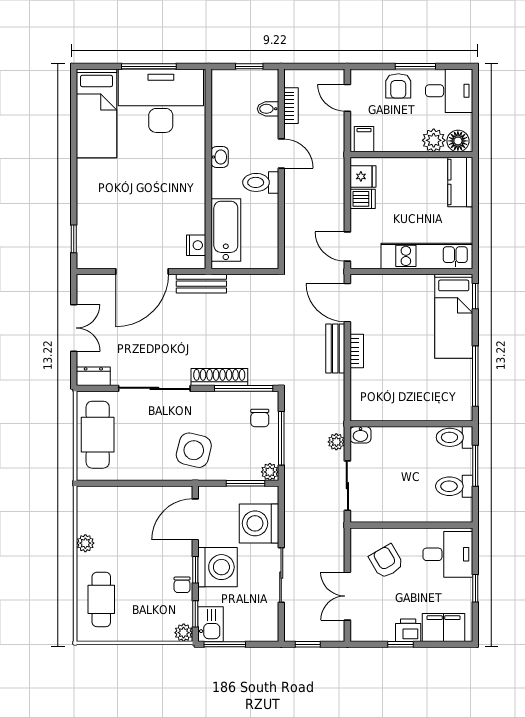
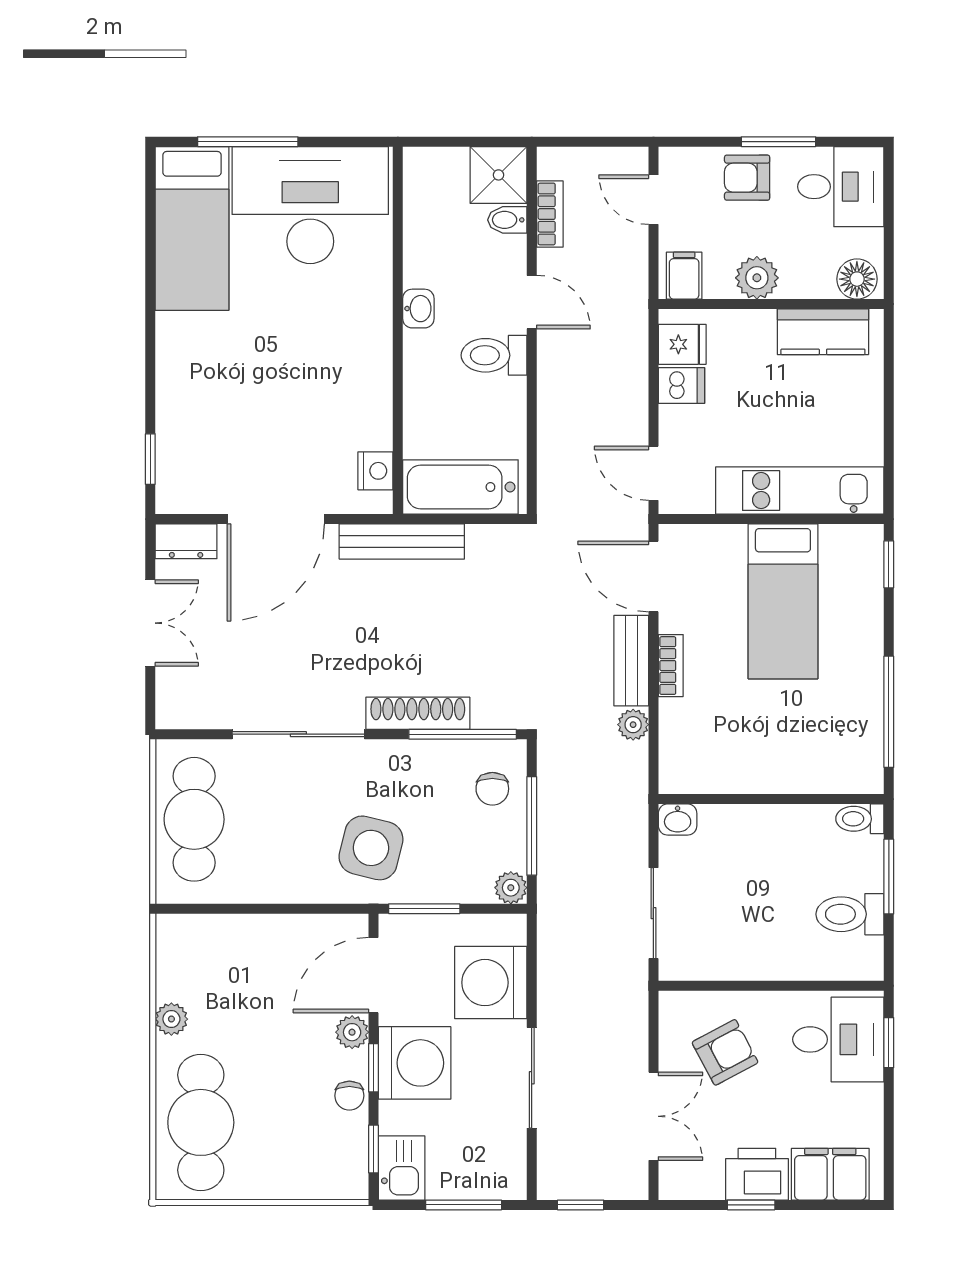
window: (149, 66) -> (248, 142), moved
window: (249, 66) -> (473, 142), removed
shower: (263, 84) -> (498, 175), added
armchair: (398, 86) -> (747, 178), turned 90
plant: (434, 140) -> (757, 278), moved
kitchen counter: (460, 182) -> (823, 332), moved, turned -90
bathtub: (226, 230) -> (460, 487), moved, turned -90
bench: (201, 284) -> (402, 542), width x1.36
bed: (454, 316) -> (783, 601), moved
dresser: (93, 376) -> (186, 541), moved, turned 180
toilet: (454, 437) -> (860, 819), width x0.73, depth x0.72
plant: (336, 442) -> (633, 725), moved
window: (245, 483) -> (424, 909), moved
armchair: (386, 561) -> (725, 1052), turned 92
window: (475, 588) -> (889, 1043), moved
double door: (347, 596) -> (653, 1116), swing flipped
cafe table: (101, 599) -> (201, 1122), width x1.37, depth x1.35
printer: (408, 630) -> (757, 1174), width x1.36, depth x1.24
plant: (184, 633) -> (352, 1032), moved
window: (225, 644) -> (464, 1205), moved

